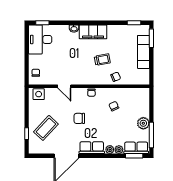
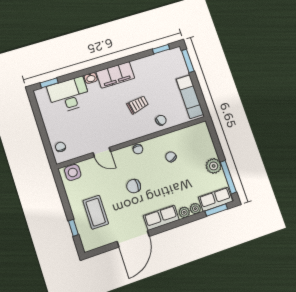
desk: (40, 39) -> (69, 95), moved, turned 90
exam couch: (144, 52) -> (190, 97), moved
coffee table: (46, 128) -> (96, 212), turned -43

